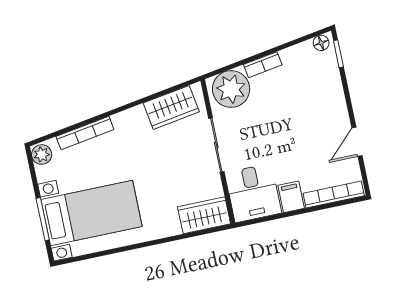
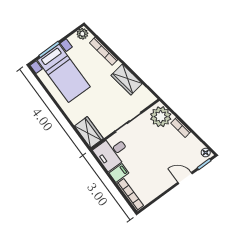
wardrobe: (171, 107) -> (127, 80), moved
door: (357, 142) -> (185, 178), moved

